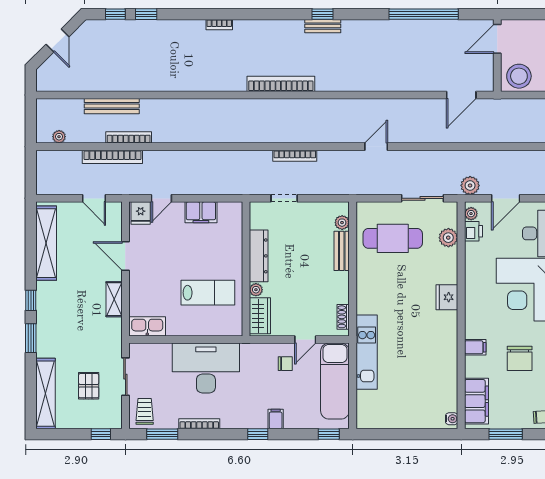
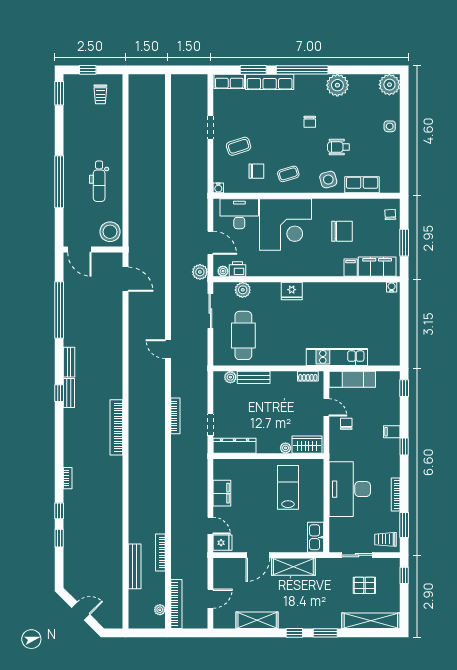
window: (115, 14) -> (59, 511), moved
bench: (360, 26) -> (69, 362), added
bookcase: (112, 157) -> (176, 604), moved
door: (94, 198) -> (210, 599), moved
shelving: (46, 243) -> (257, 620), width x0.68
dresser: (259, 256) -> (234, 446), moved
shelving: (114, 299) -> (293, 567), width x1.50, depth x1.33
filing cabinet: (475, 347) -> (351, 268), moved
exam couch: (335, 381) -> (352, 379), width x0.73, depth x0.69

